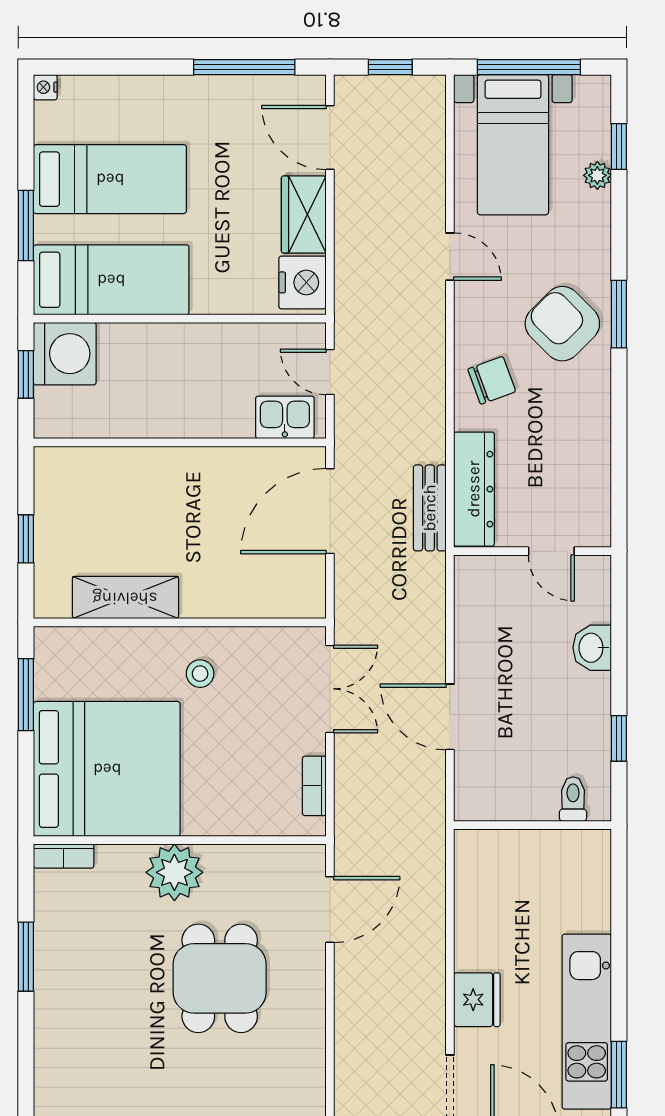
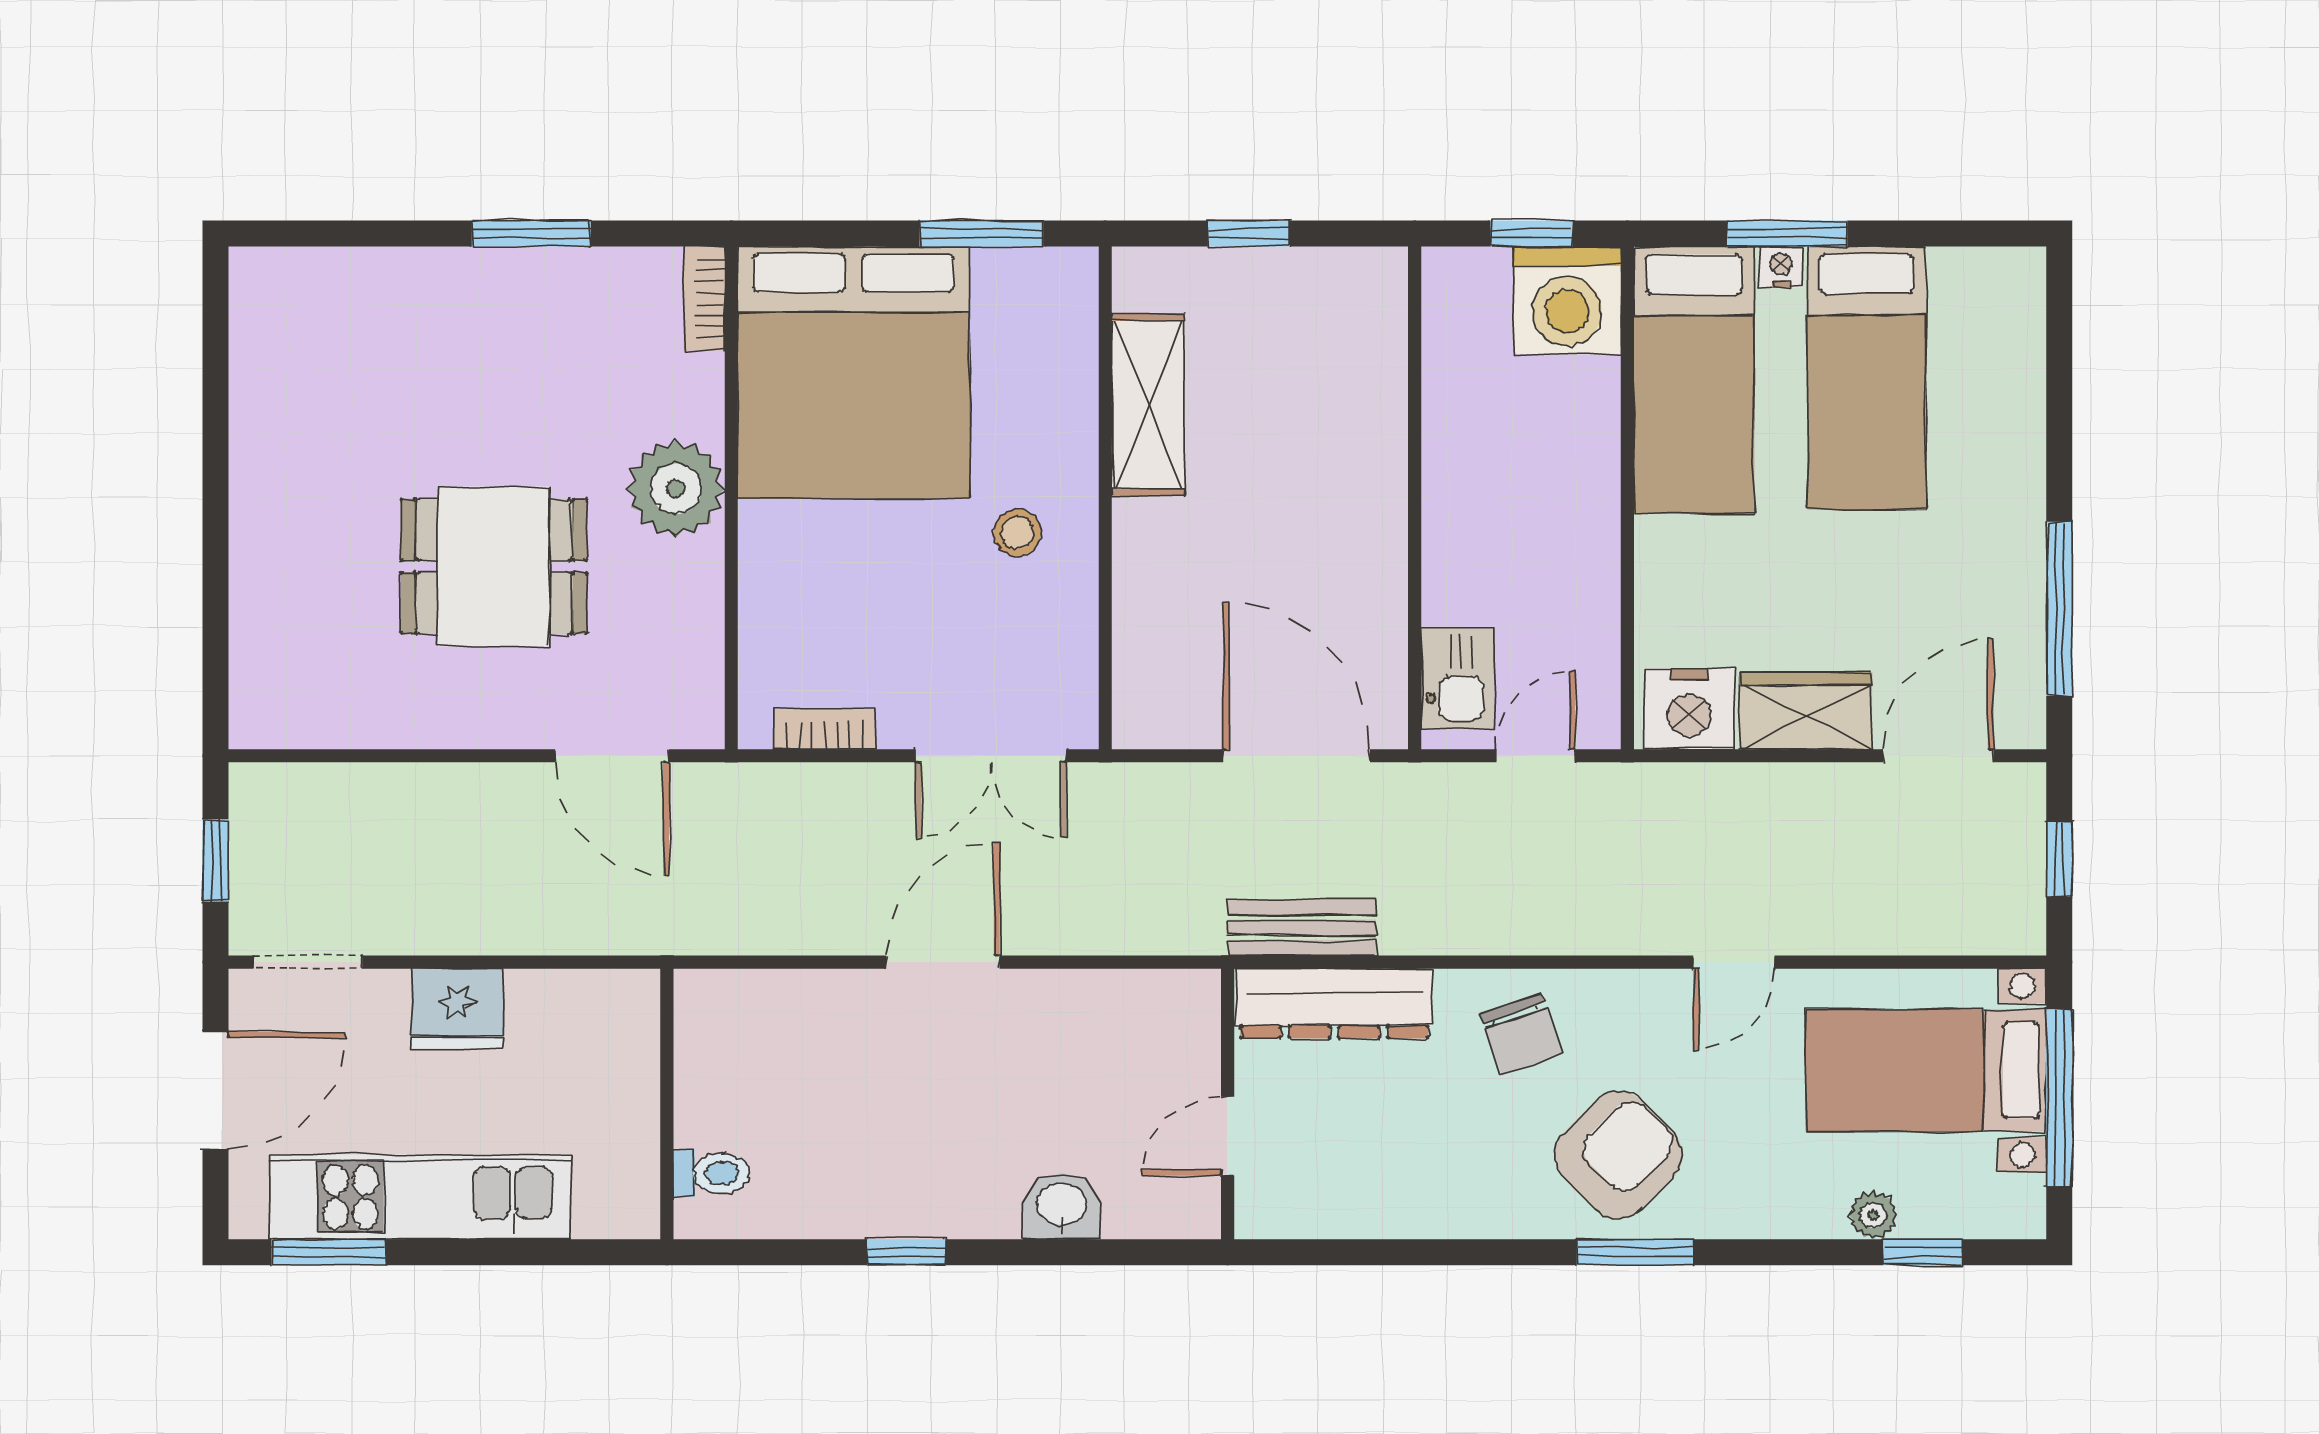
nightstand: (45, 87) -> (1781, 267), moved
toilet: (573, 799) -> (712, 1173), moved
wall: (533, 825) -> (667, 1104), moved

